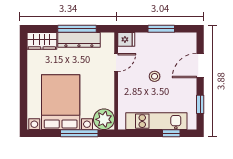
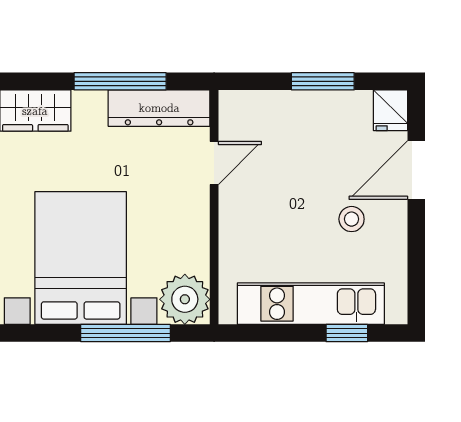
fridge: (126, 39) -> (391, 110), moved, turned 90
dresser: (79, 40) -> (159, 108), moved
stool: (155, 76) -> (352, 219), moved
window: (200, 104) -> (416, 264), removed

